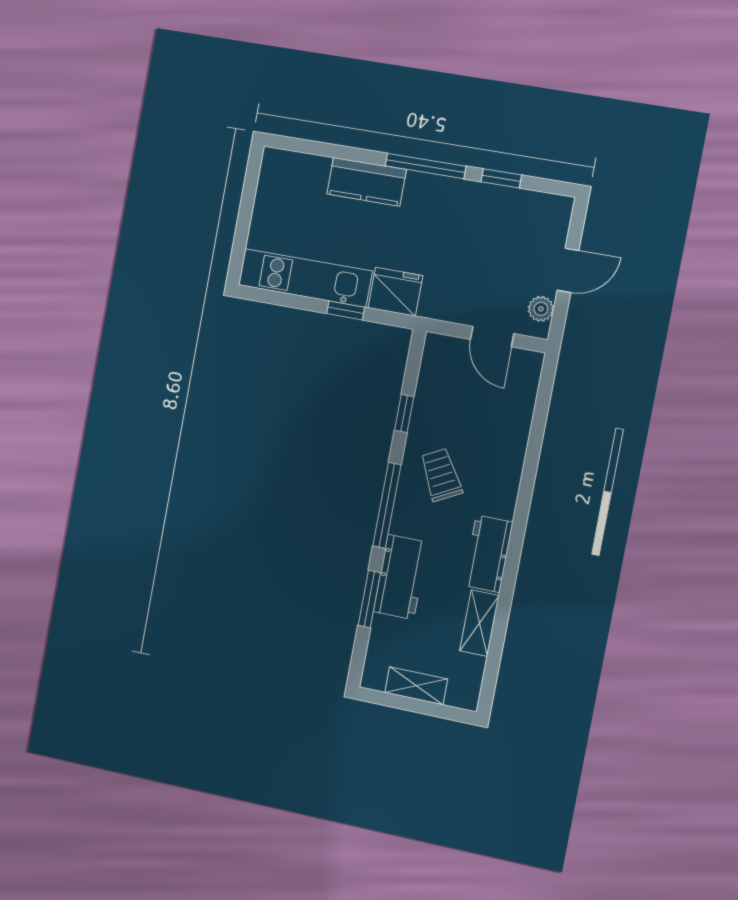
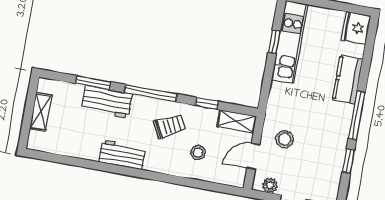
stool: (464, 285) -> (285, 139), added
fridge: (395, 292) -> (356, 28), moved, turned 180
window: (346, 310) -> (274, 42), moved
stool: (485, 428) -> (198, 153), added
shelving: (479, 623) -> (236, 121), moved

